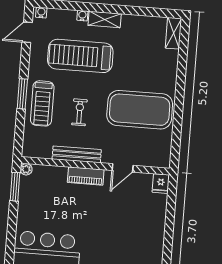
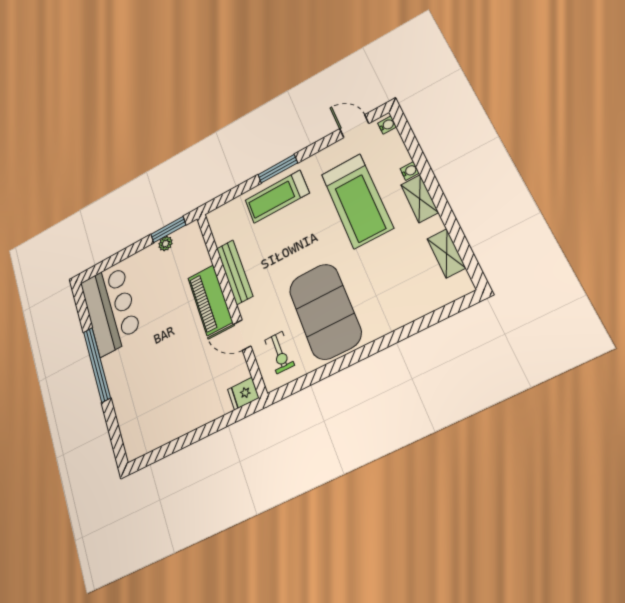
shelving: (174, 33) -> (446, 253), moved, turned 90
treadmill: (80, 56) -> (357, 201), turned 180
exercise bike: (79, 112) -> (280, 353), moved, turned 90
plant: (26, 169) -> (166, 244), moved
piano: (86, 176) -> (210, 300), width x1.37, depth x1.33

